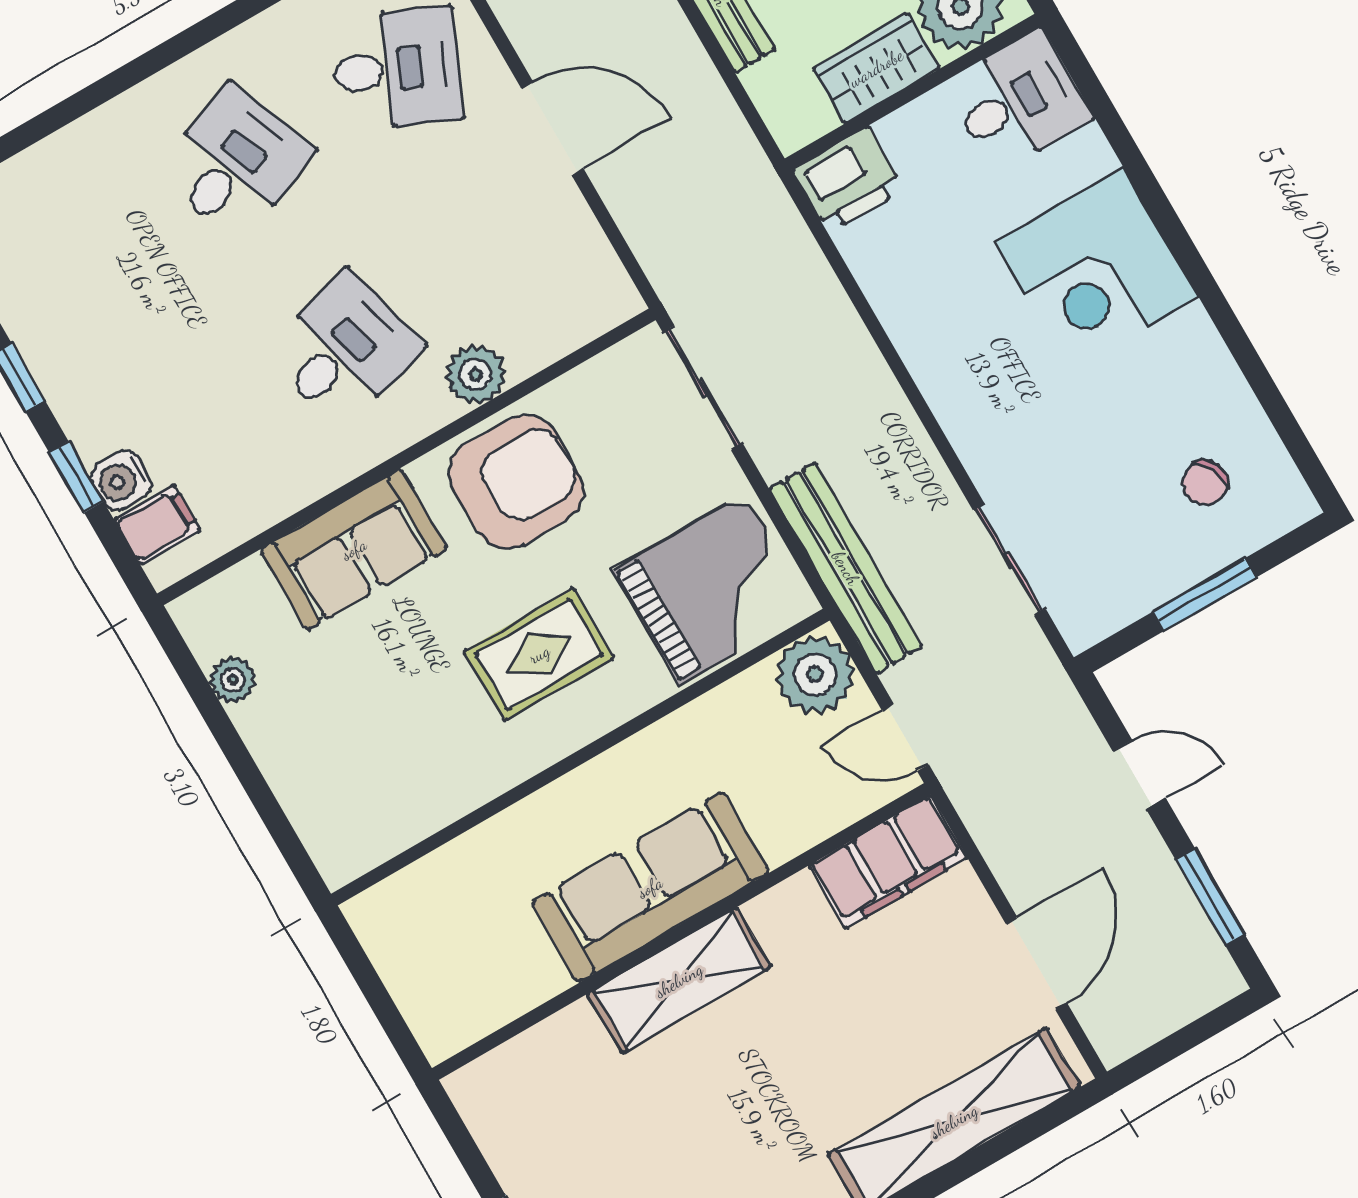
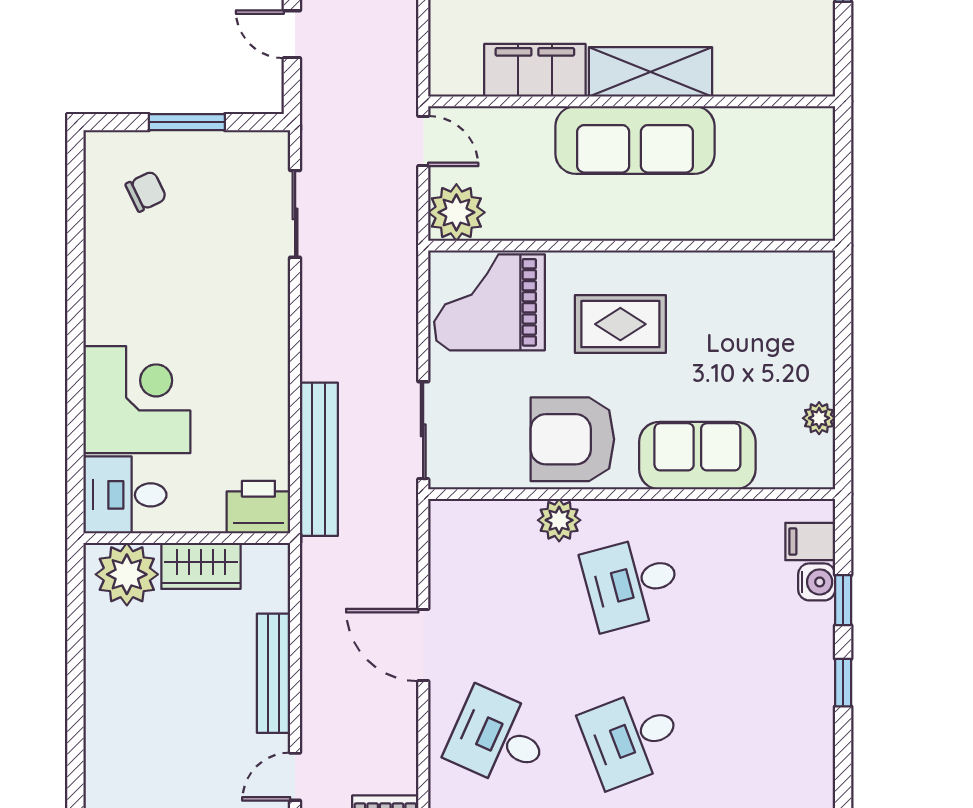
corner desk: (1096, 269) -> (137, 400), moved
bench: (846, 568) -> (319, 459), moved
filing cabinet: (888, 862) -> (535, 70), moved

